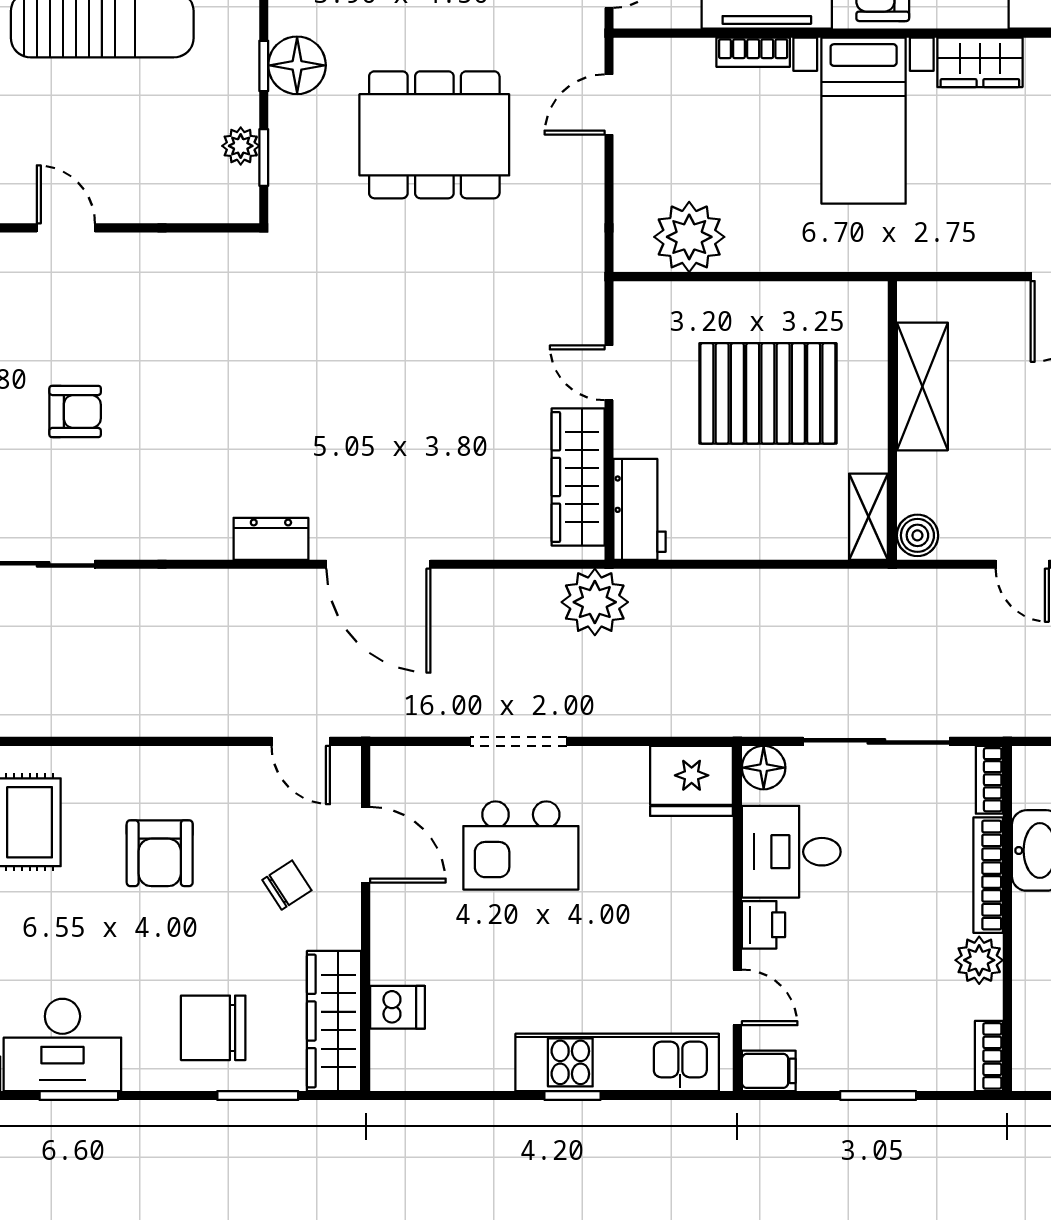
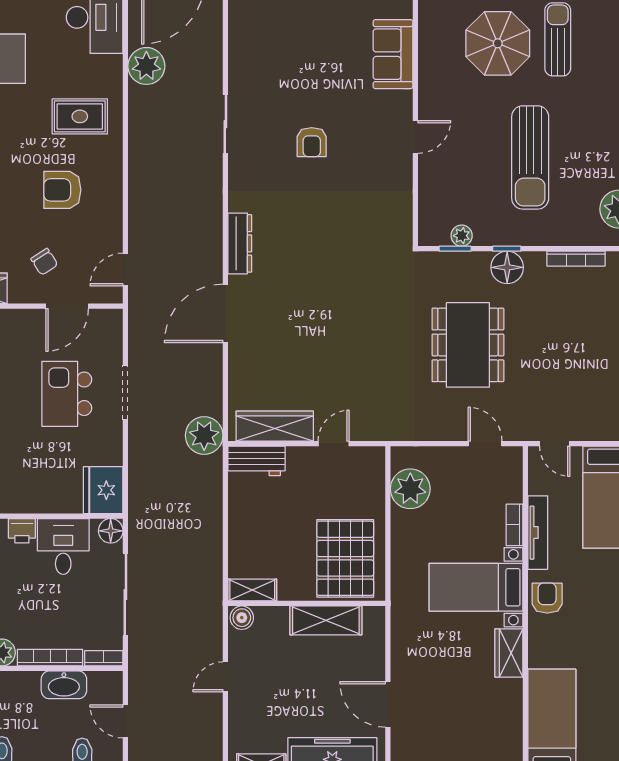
pallet: (768, 393) -> (345, 558), moved
dresser: (271, 539) -> (240, 243), width x1.44

